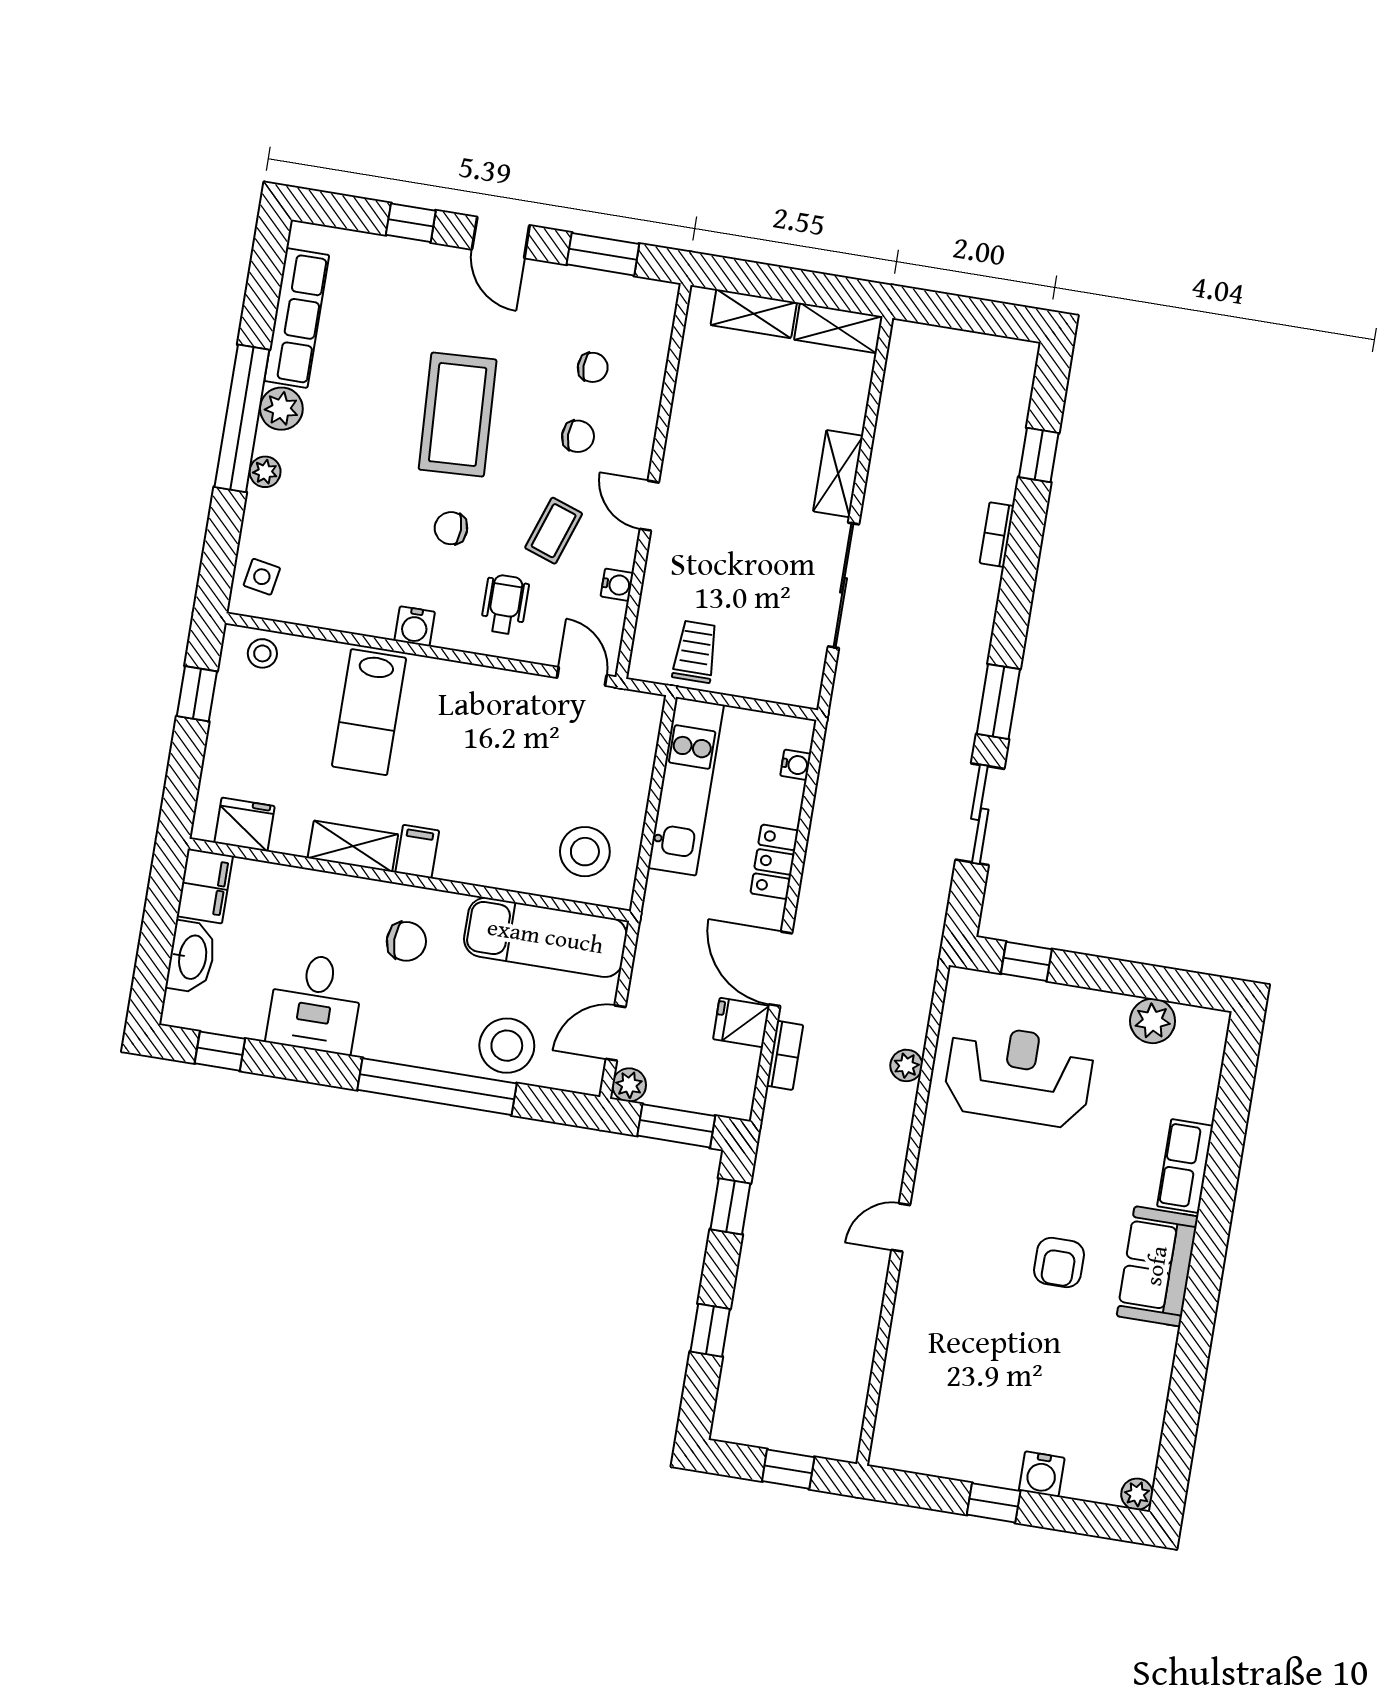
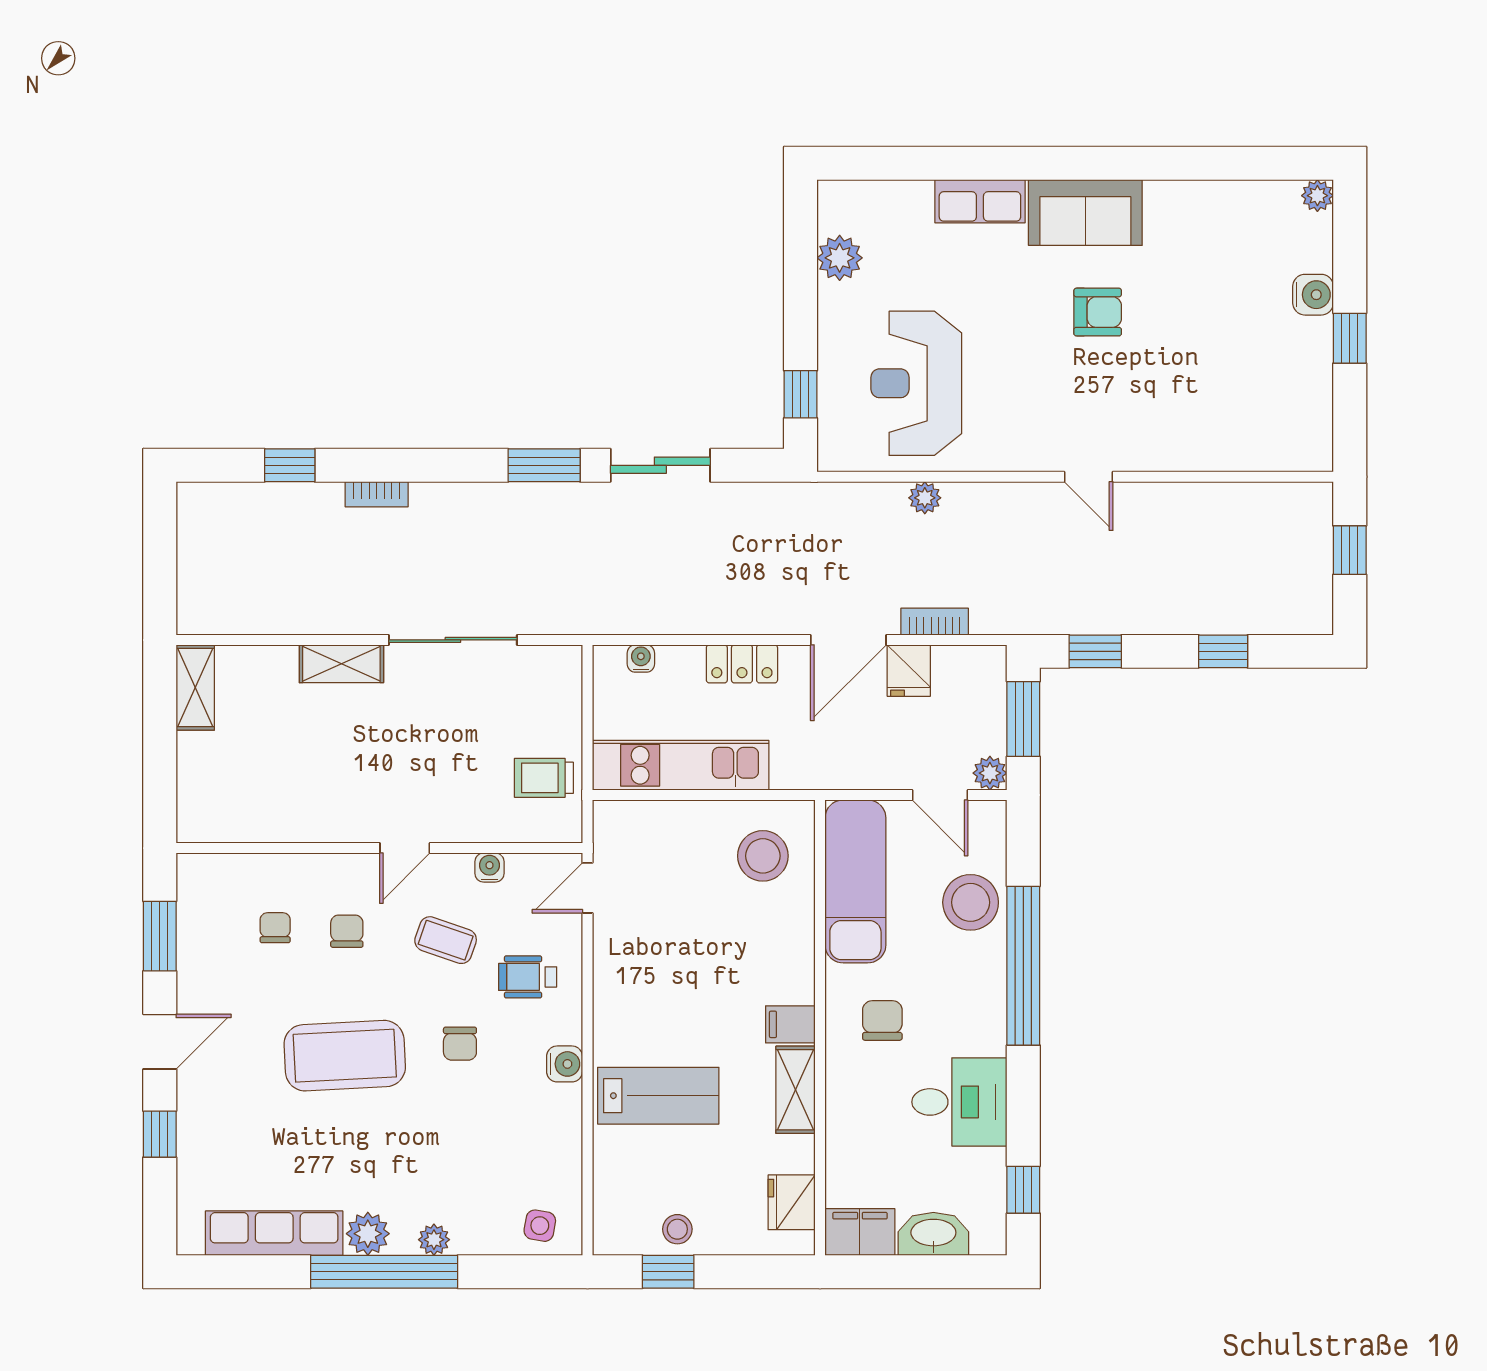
shelving: (754, 314) -> (195, 775), removed
stool: (262, 653) -> (677, 1229), moved

